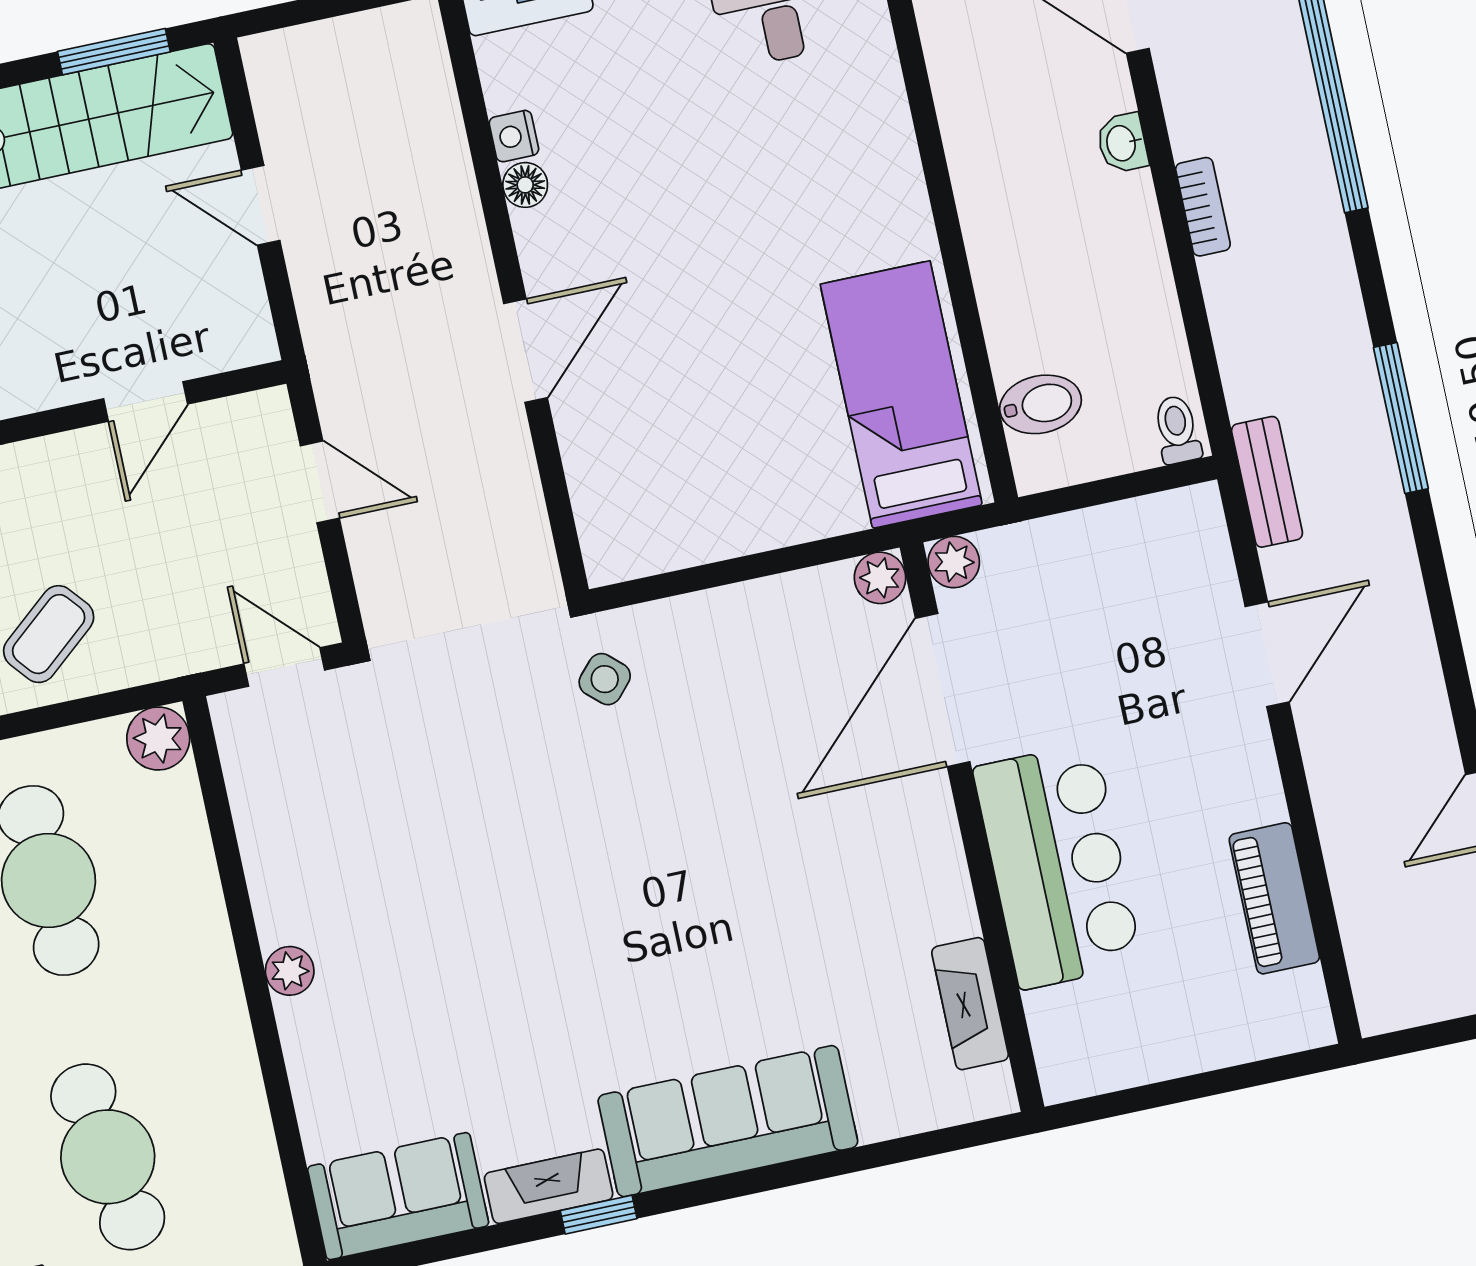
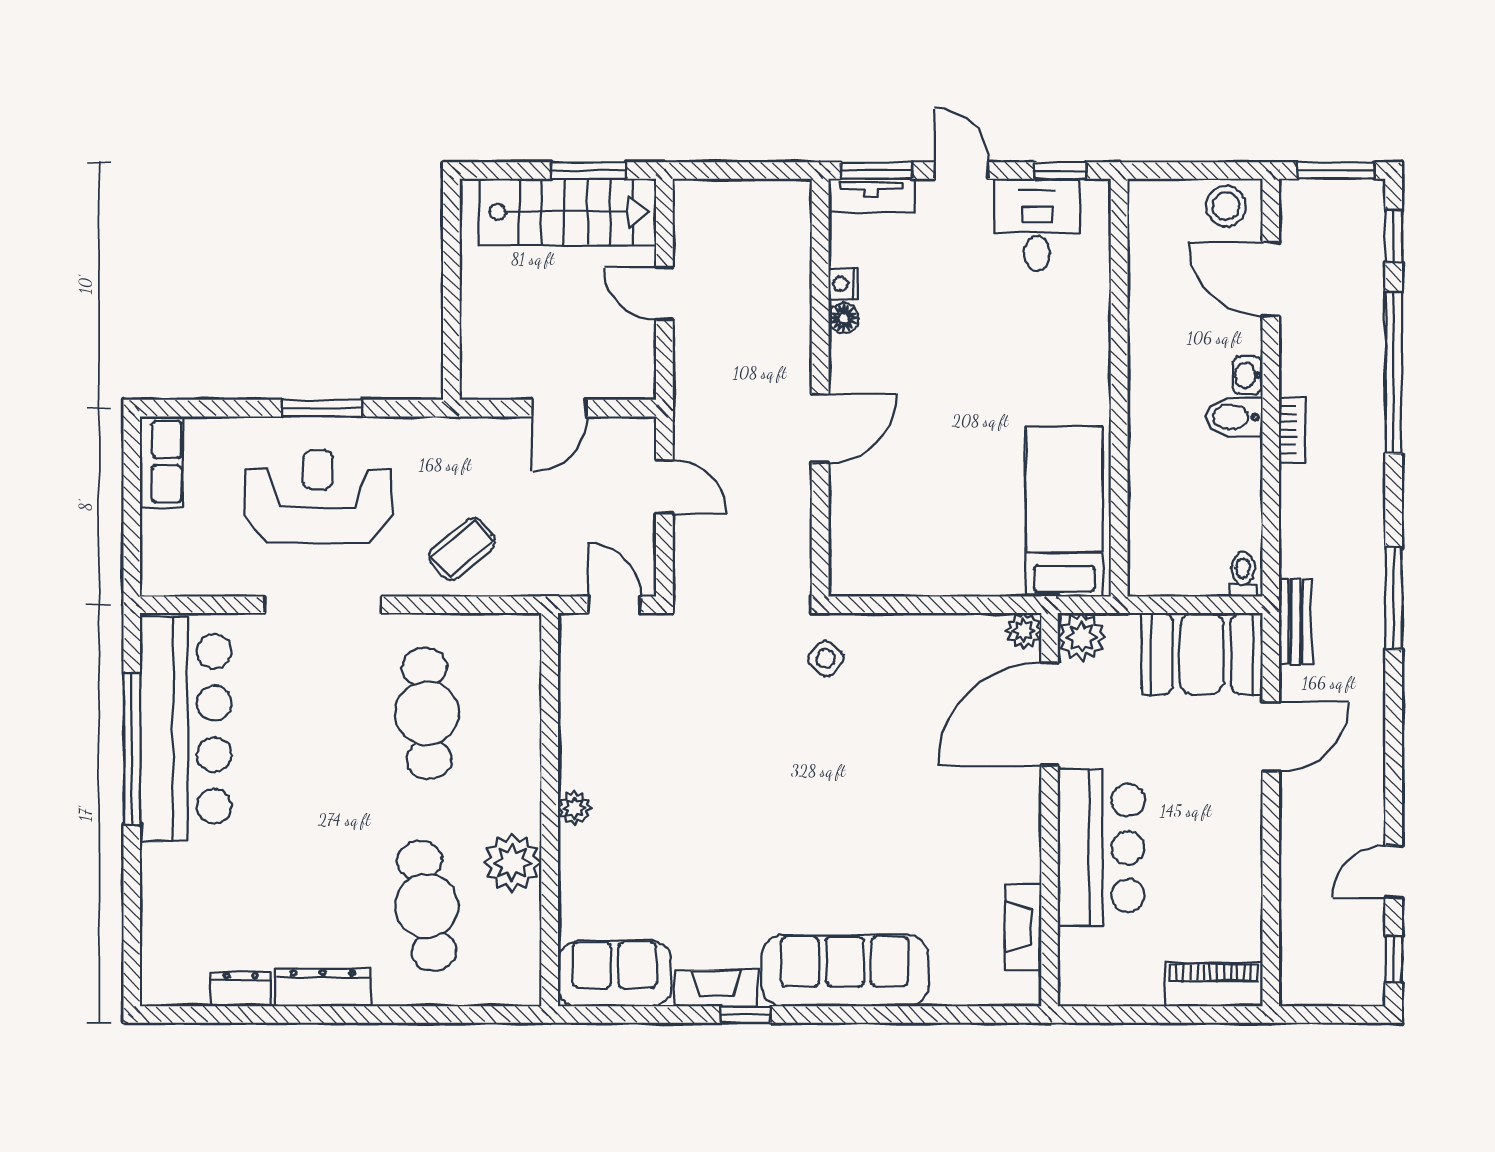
bidet: (1040, 404) -> (1234, 417), moved, turned 180
booth: (1143, 556) -> (1202, 654), added
plant: (954, 562) -> (1082, 637), width x1.38, depth x1.38
plant: (158, 738) -> (512, 863), moved, width x1.36, depth x1.36
piano: (1274, 898) -> (1214, 984), moved, turned 90

